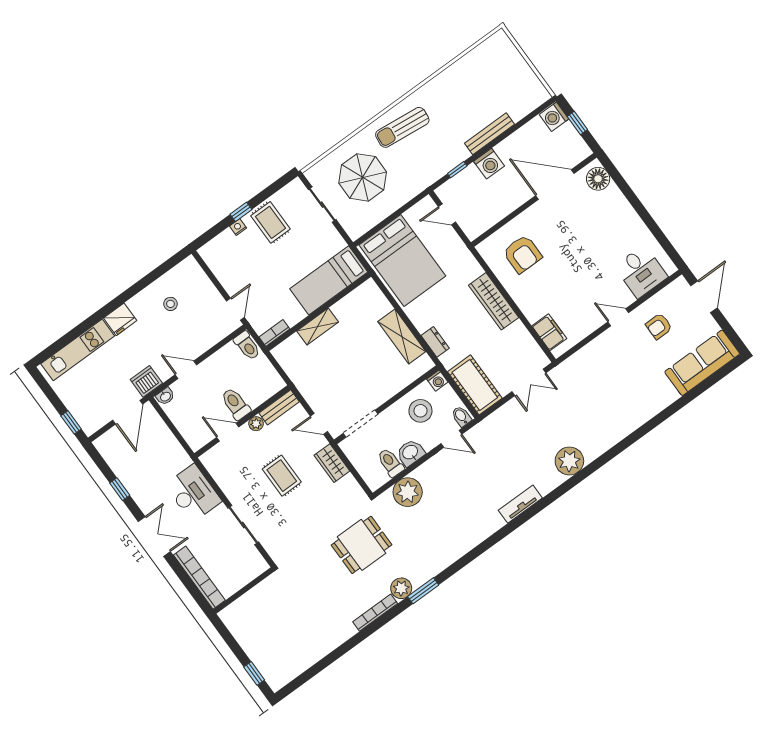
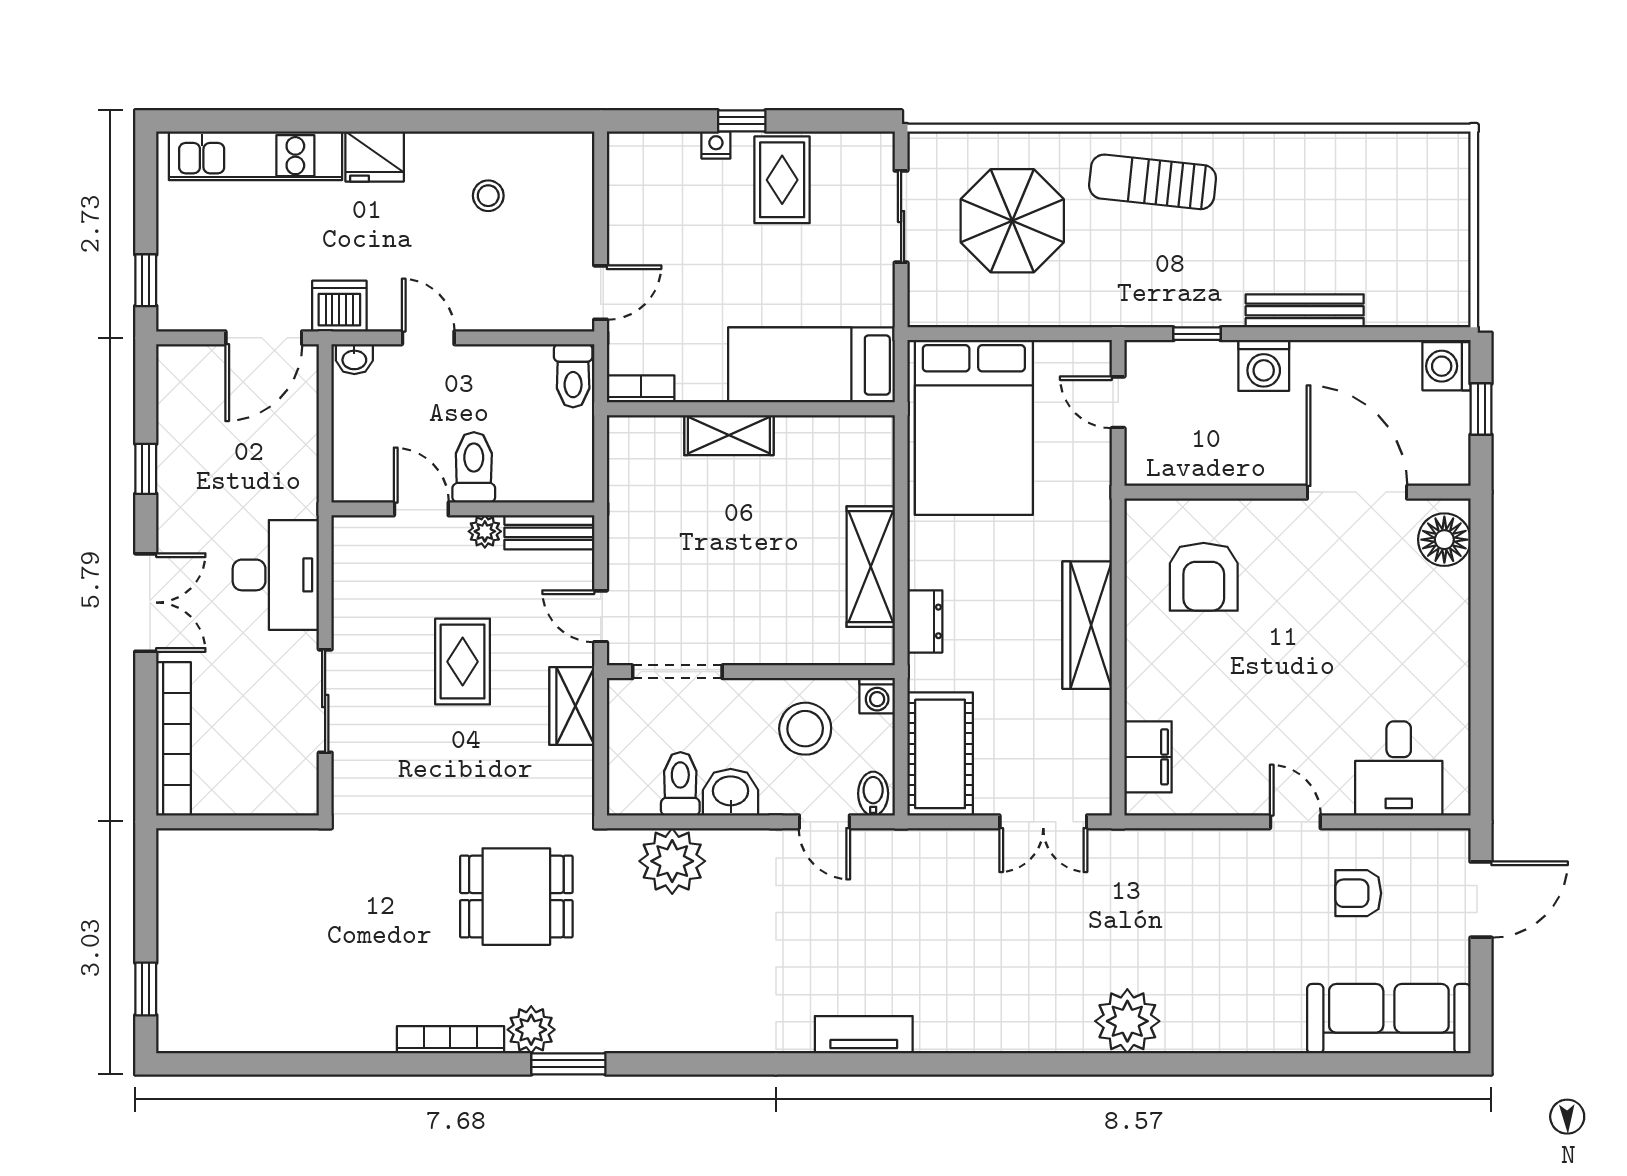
plant: (569, 461) -> (1127, 1021), moved

